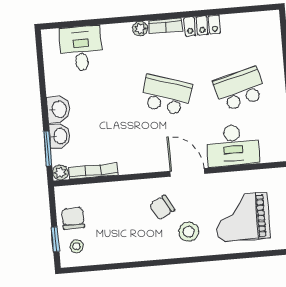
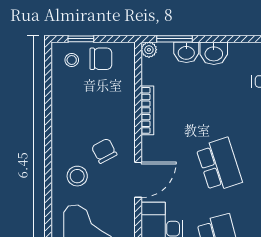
school desk: (166, 95) -> (219, 165), turned -36
bookcase: (93, 171) -> (147, 110), moved

